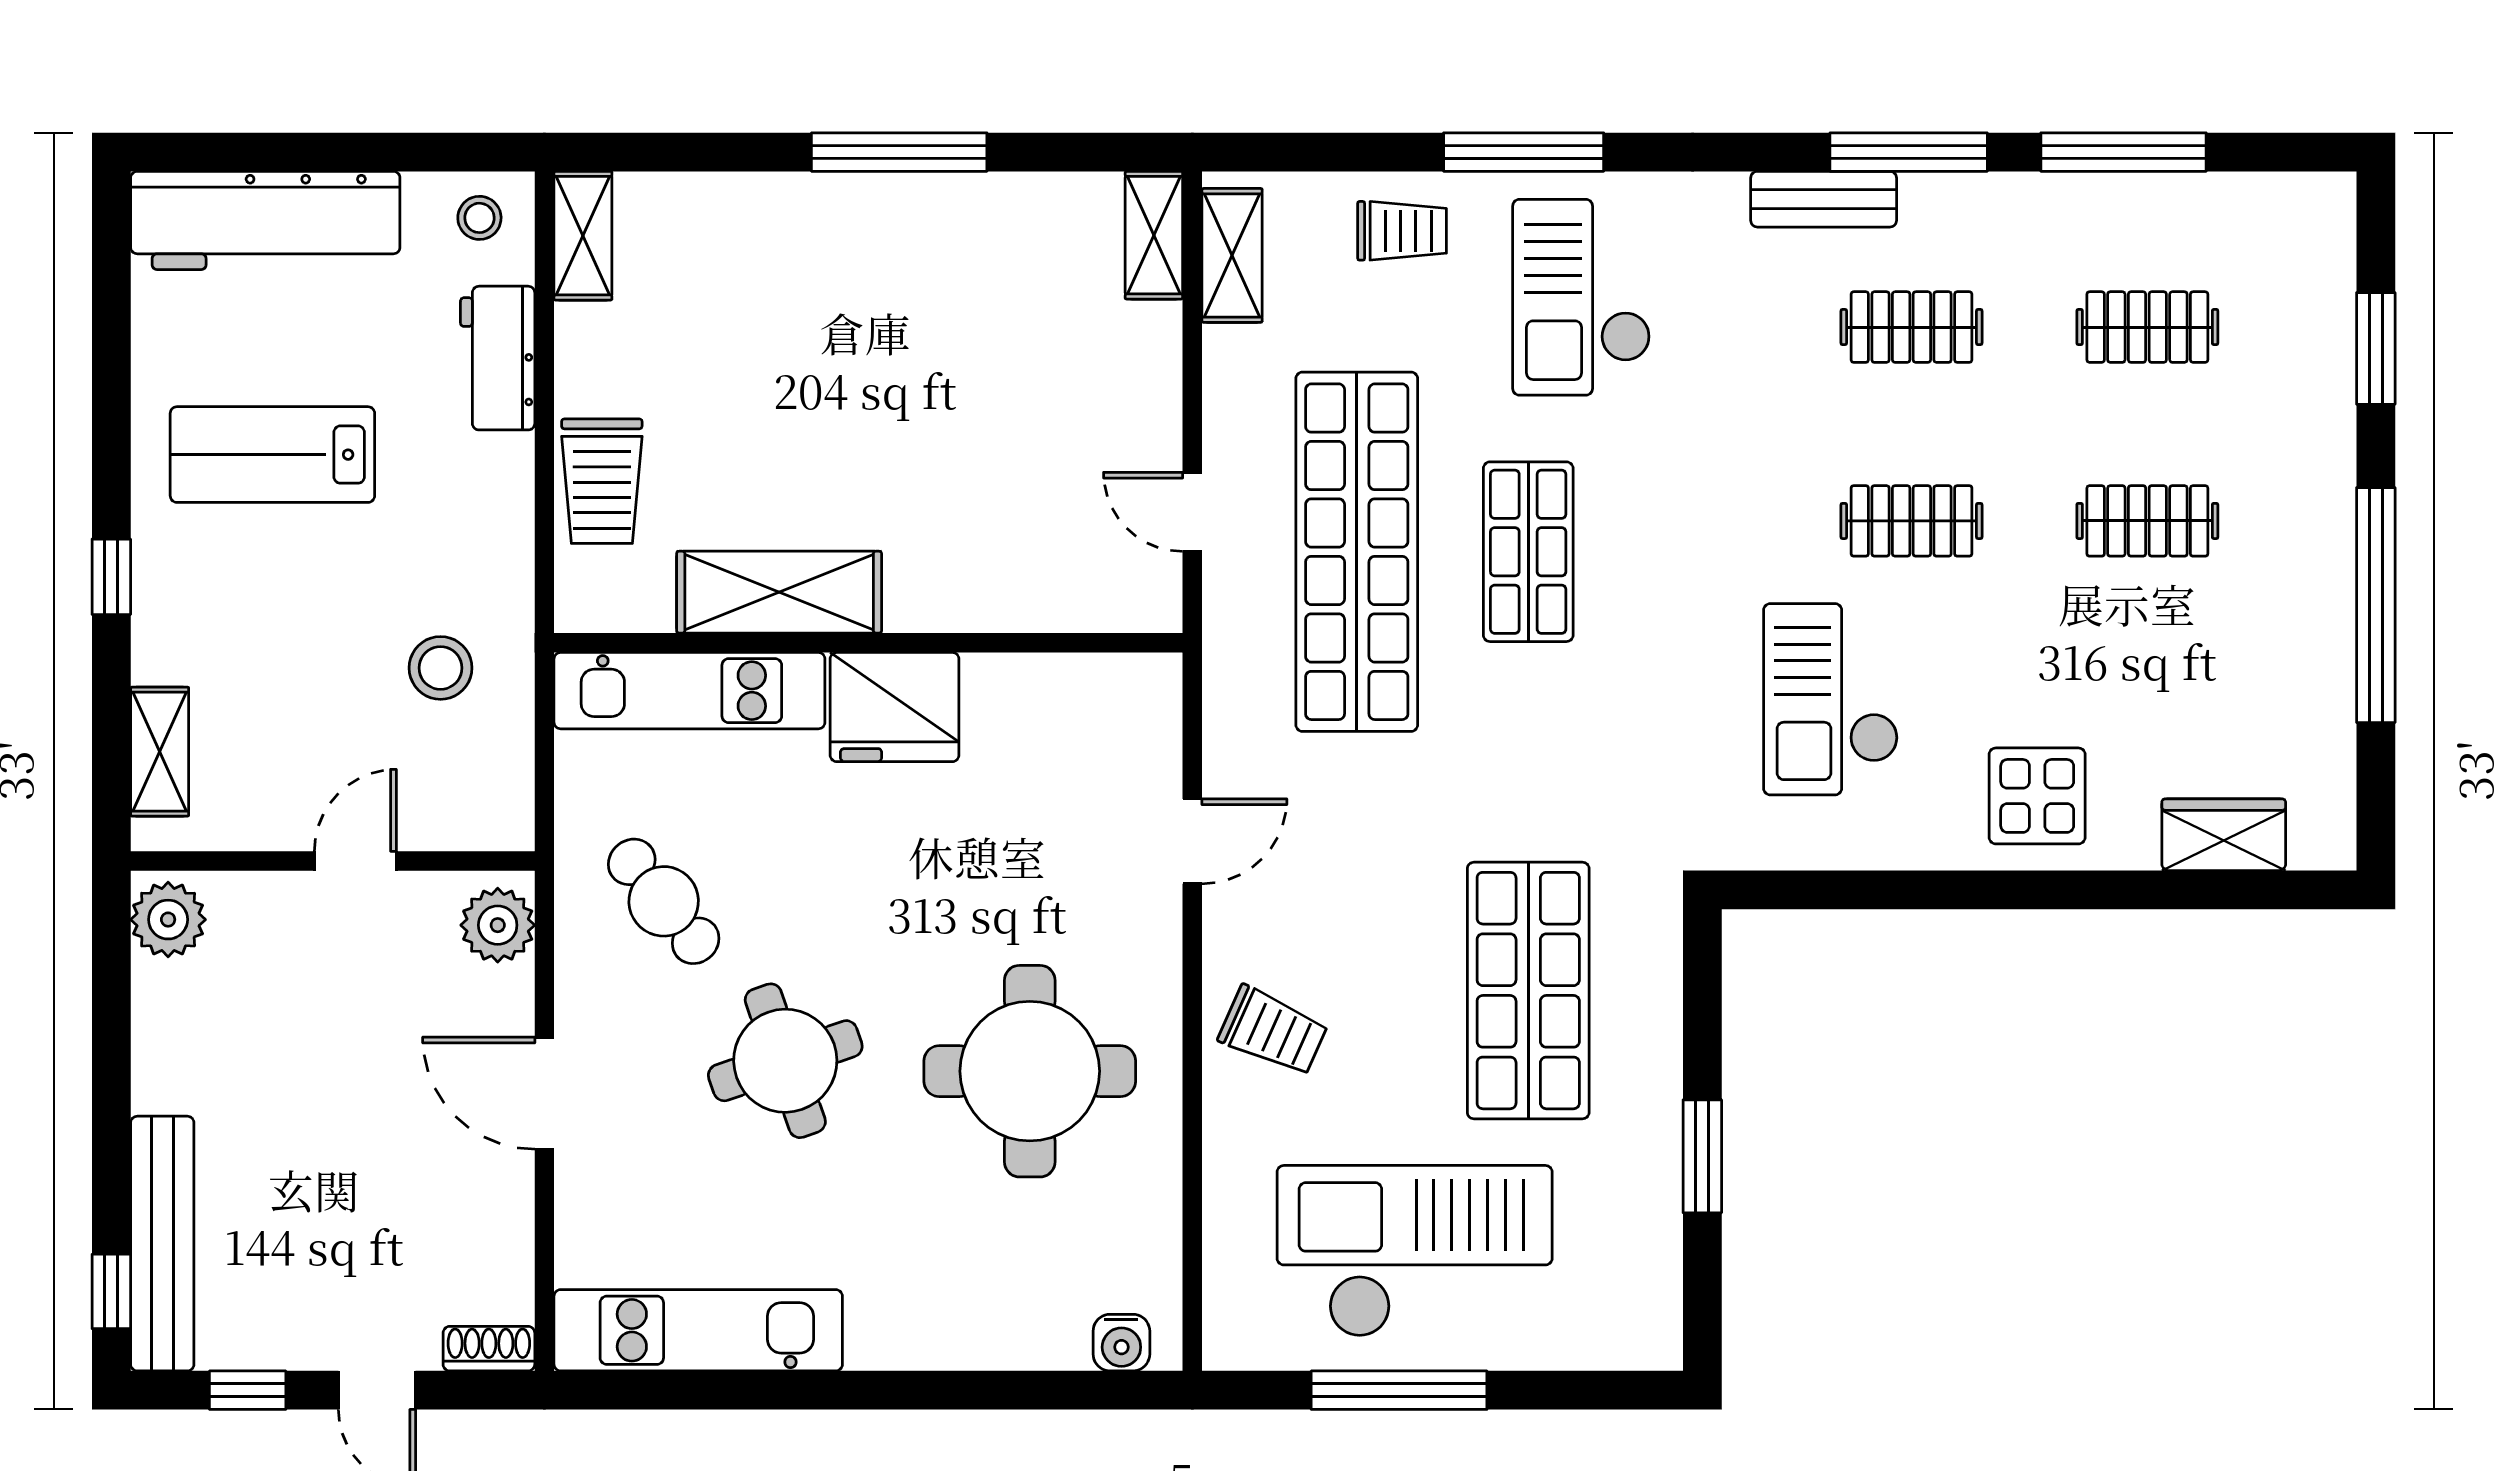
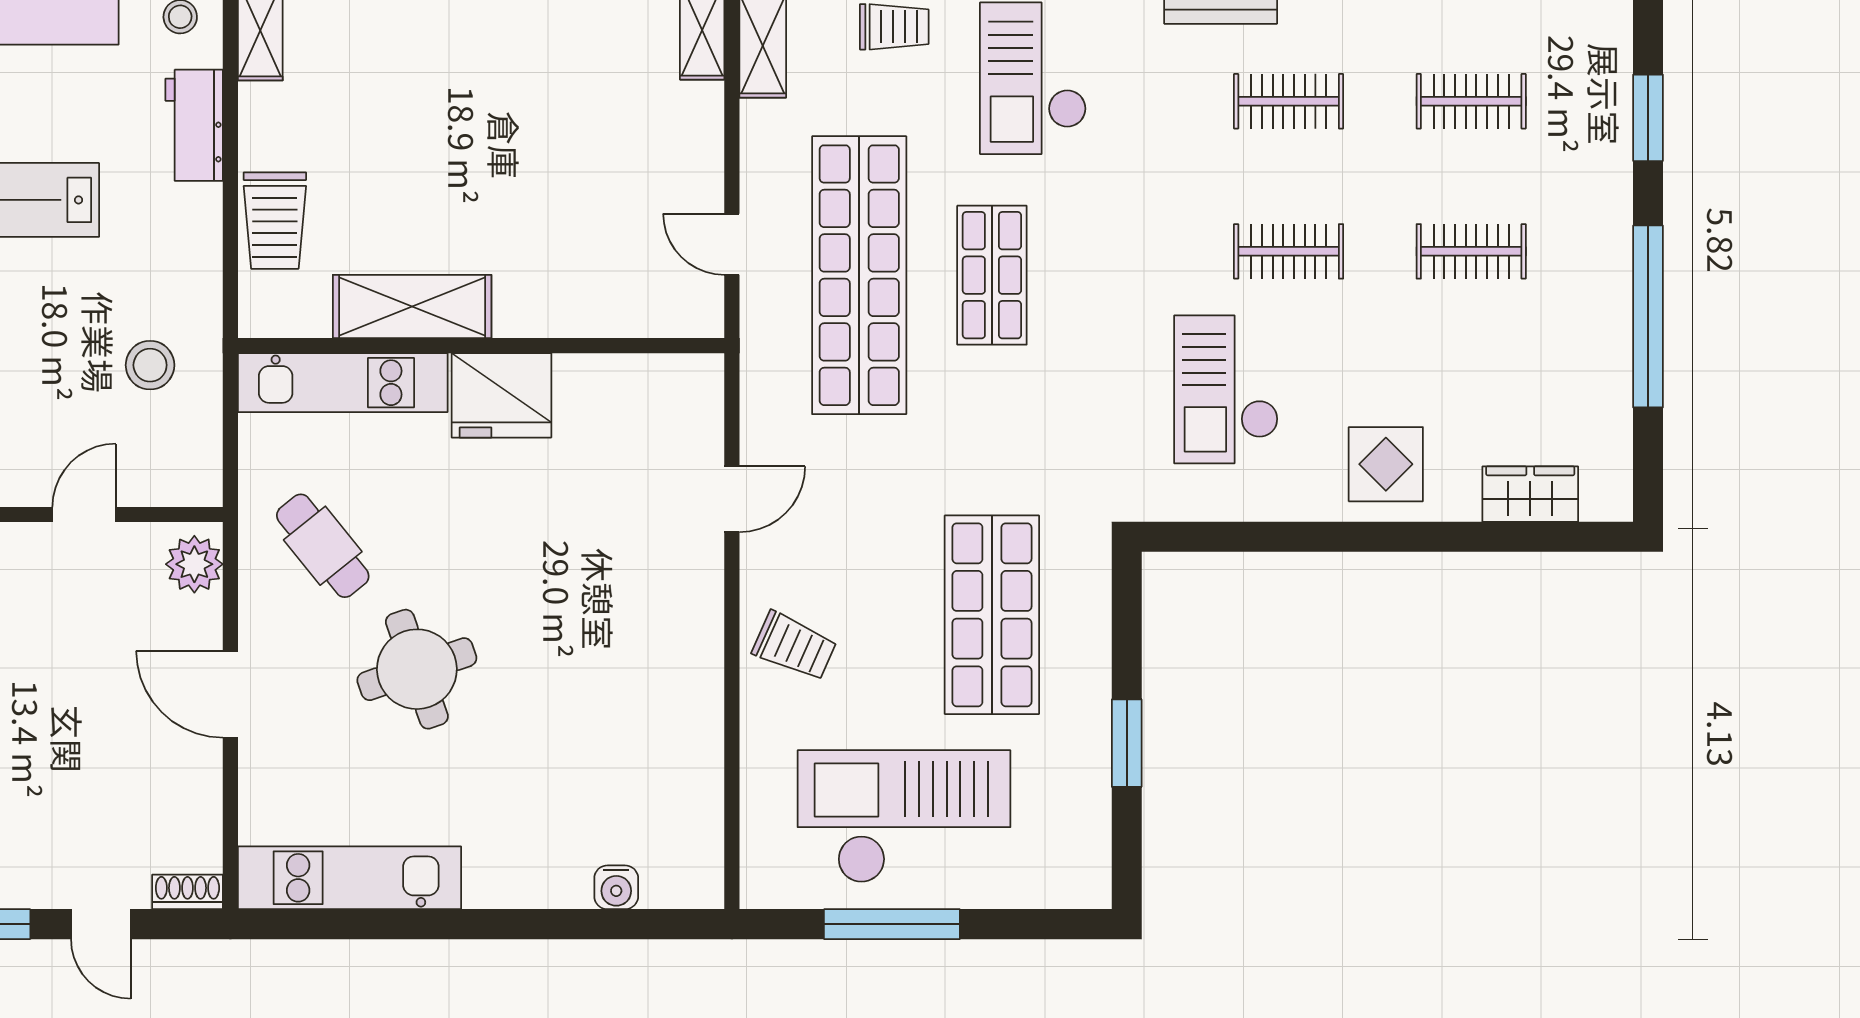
round table: (1030, 1071) -> (606, 677), removed
water cooler: (1121, 1343) -> (616, 887), moved

